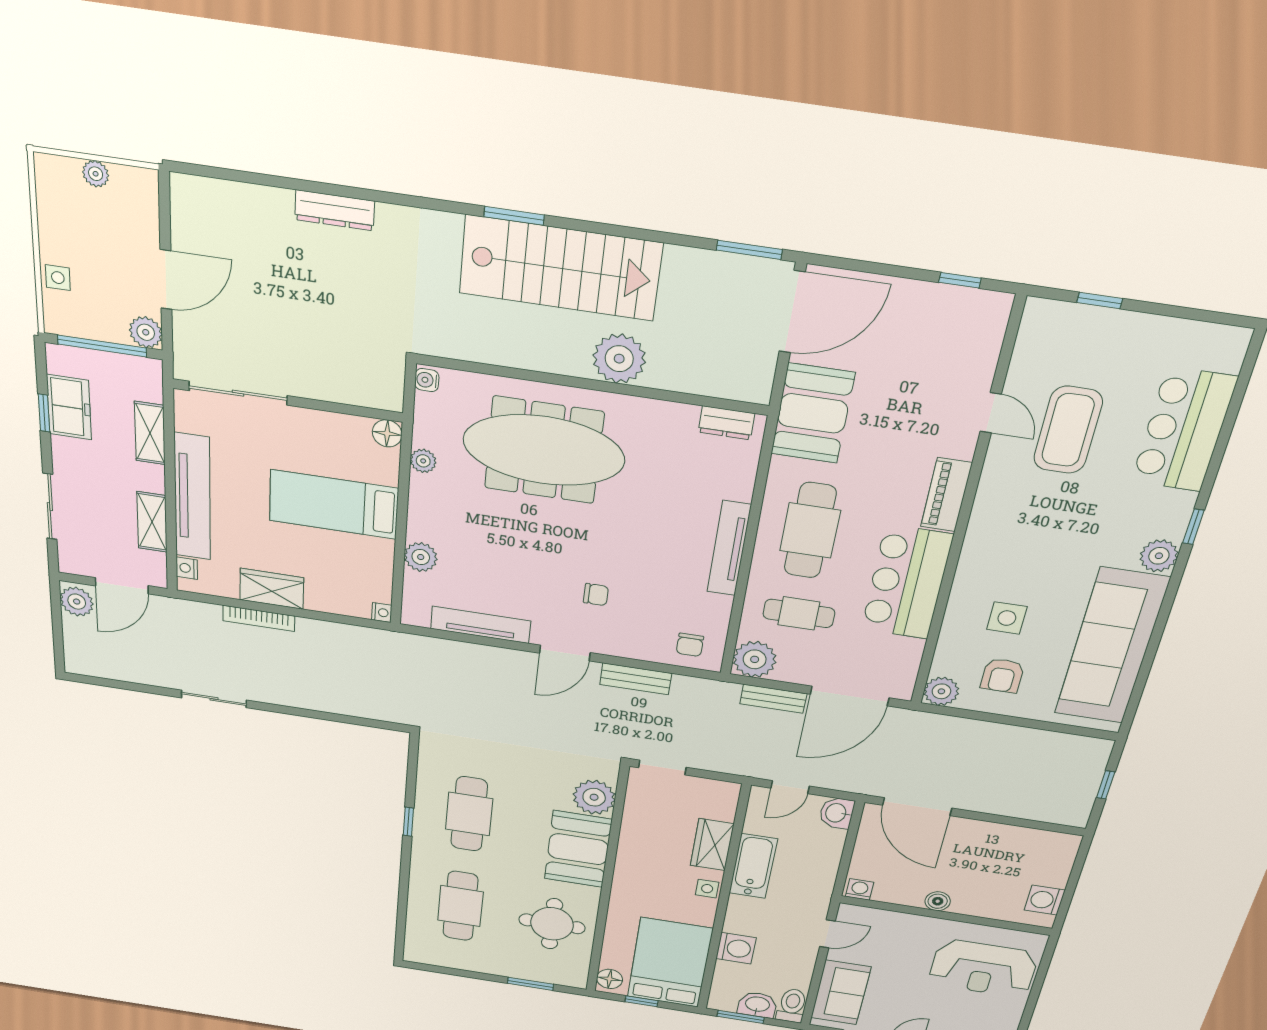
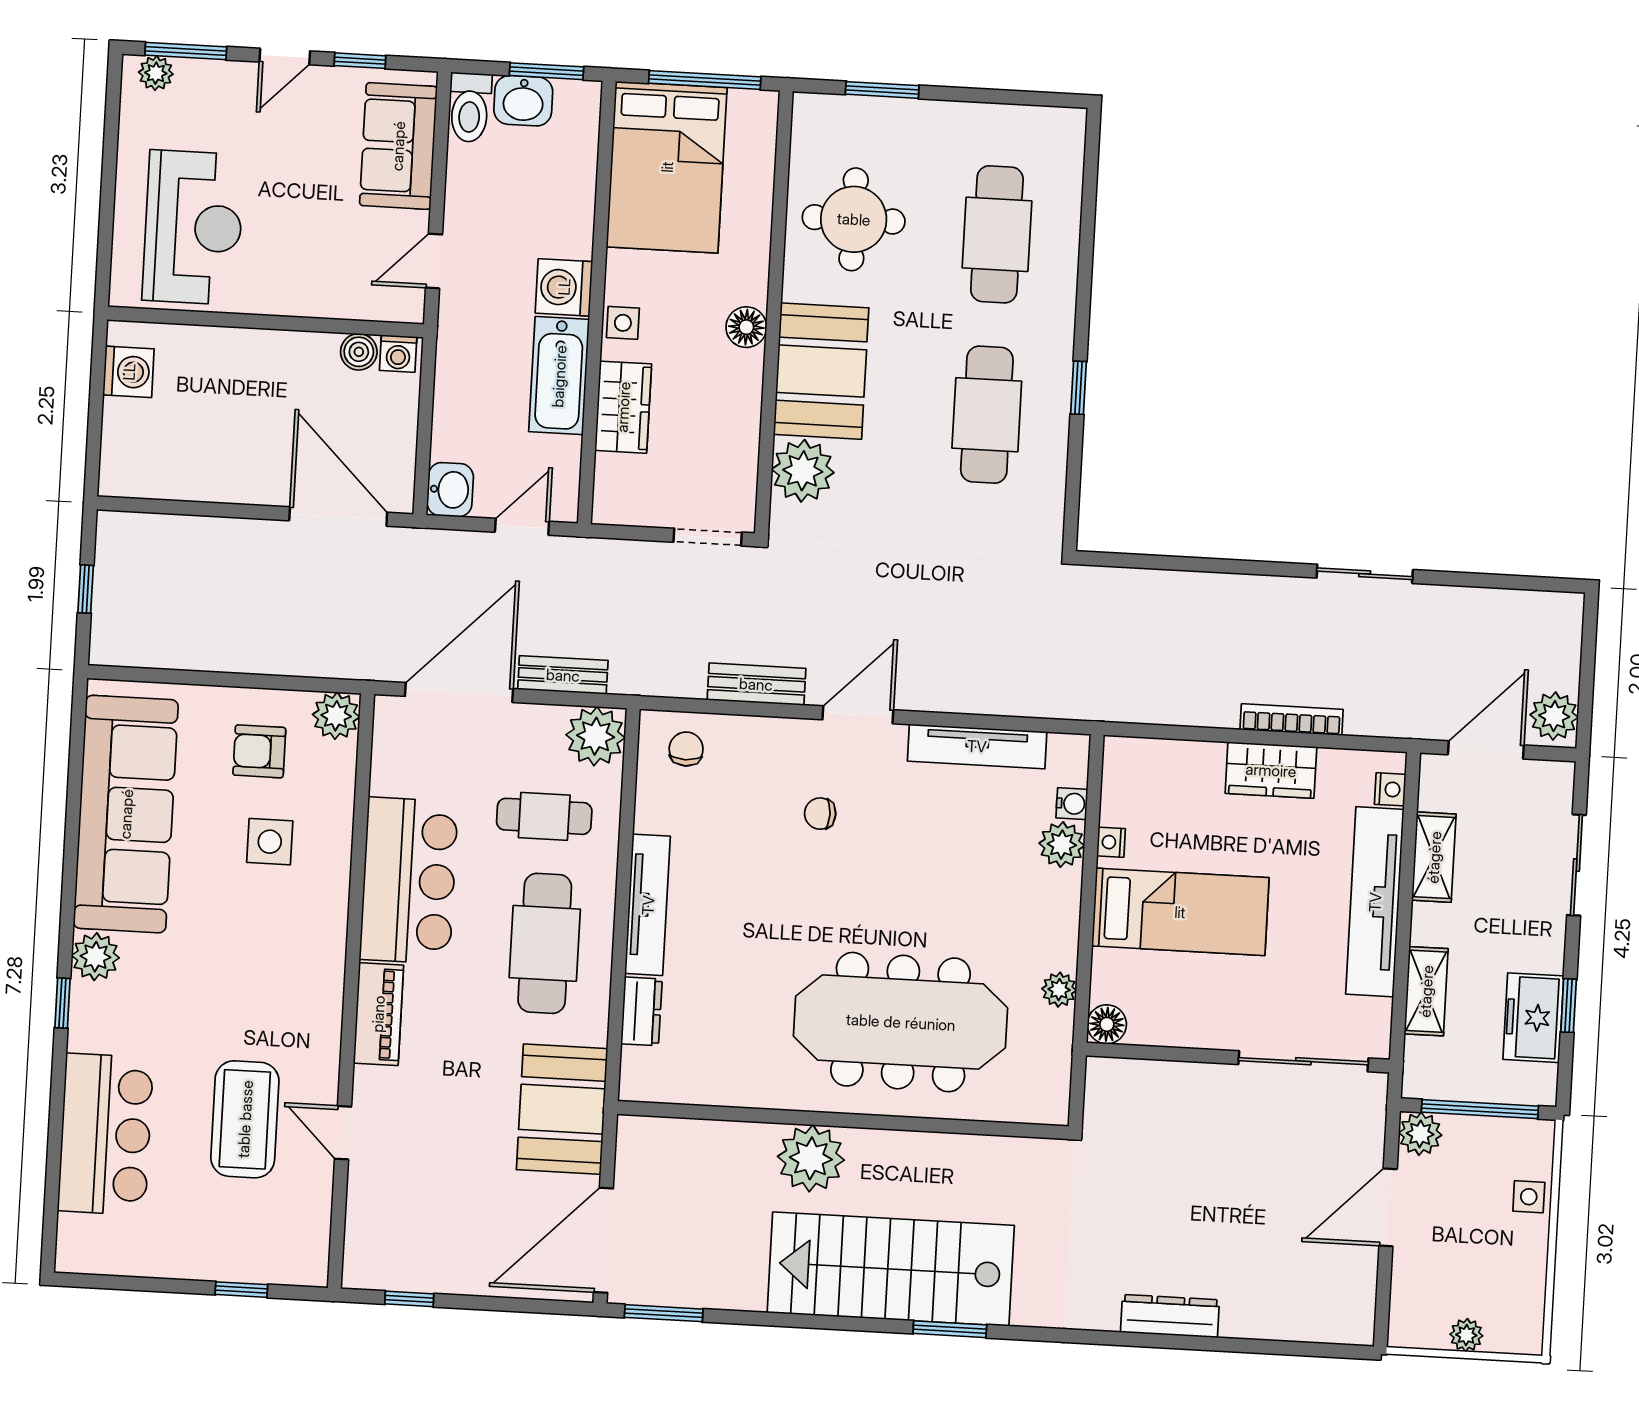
water cooler: (427, 380) -> (1072, 804), moved
dresser: (726, 423) -> (642, 1011), moved, turned 90
nightstand: (382, 613) -> (1111, 842), moved
armchair: (1002, 675) -> (259, 751), turned -90
boiler: (938, 901) -> (359, 352), moved
washing machine: (736, 948) -> (564, 287), moved
reception desk: (983, 968) -> (193, 227), turned 90
floor lamp: (610, 979) -> (746, 327), moved
window: (641, 1001) -> (705, 80), width x2.17

